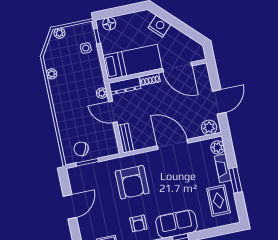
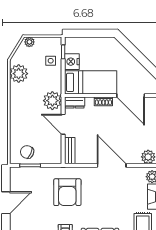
floor lamp: (109, 24) -> (77, 43), removed
nightstand: (159, 26) -> (72, 62), moved, turned -135
plant: (51, 74) -> (19, 74), width x1.88, depth x1.88
dresser: (125, 86) -> (75, 103), width x0.70
plant: (102, 93) -> (52, 101), width x1.88, depth x1.88

